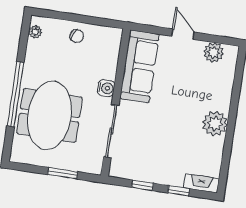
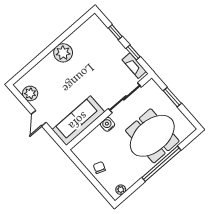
fireplace: (201, 183) -> (134, 66), moved

